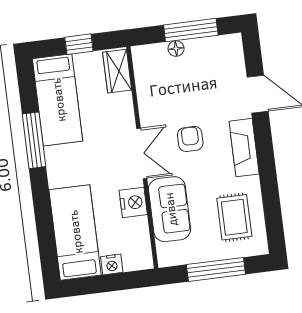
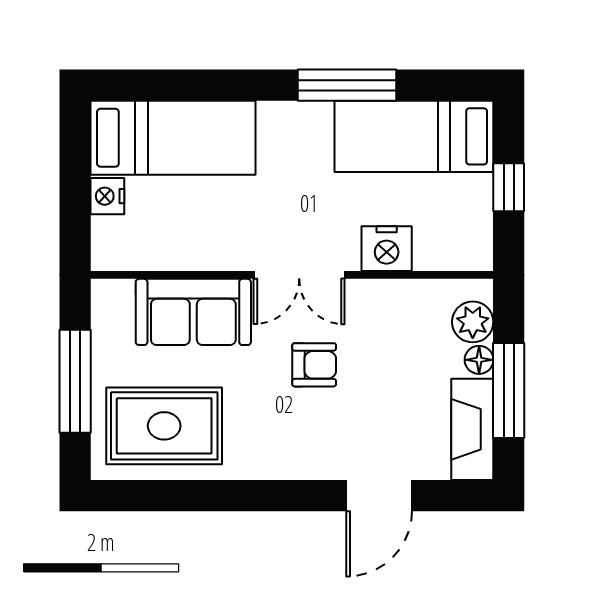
plant: (156, 55) -> (473, 322), added
wardrobe: (117, 71) -> (452, 249), removed
fireplace: (244, 148) -> (472, 429), moved, turned -90
nightstand: (133, 202) -> (387, 249), moved
rug: (234, 217) -> (164, 426), width x1.36, depth x1.43

